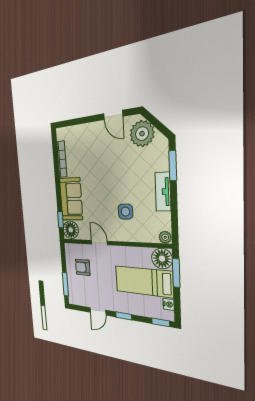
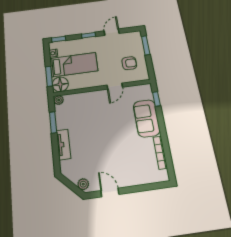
plant: (142, 134) -> (83, 184), width x0.53, depth x0.53
window: (173, 166) -> (53, 122), moved
tv unit: (163, 192) -> (63, 144), moved
side table: (125, 212) -> (93, 114), removed
floor lamp: (71, 230) -> (144, 92), removed
door: (99, 243) -> (115, 86), hinge flipped

